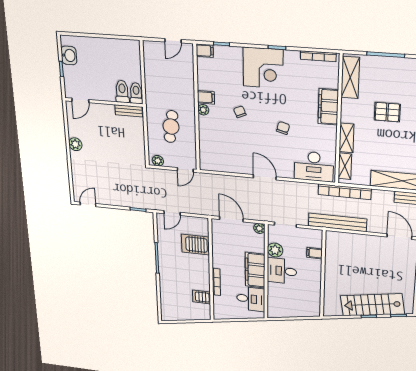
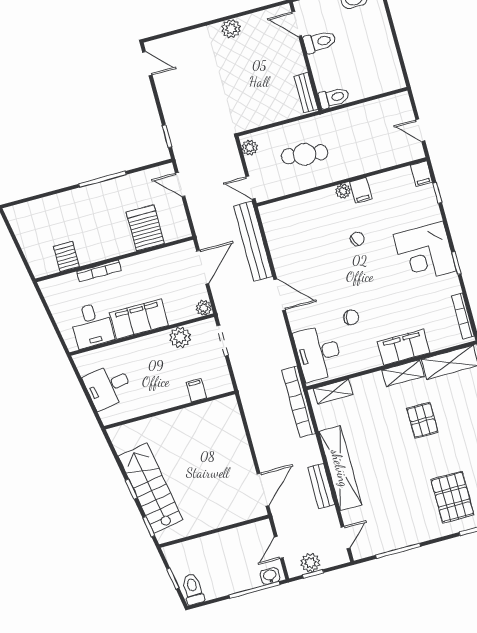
toilet: (122, 91) -> (320, 42), moved
chair: (283, 128) -> (351, 317), moved
shelving: (347, 138) -> (403, 373), moved
door: (265, 177) -> (280, 295), hinge flipped
bench: (338, 222) -> (253, 241), moved
desk: (282, 271) -> (108, 386), moved, turned -100

